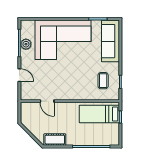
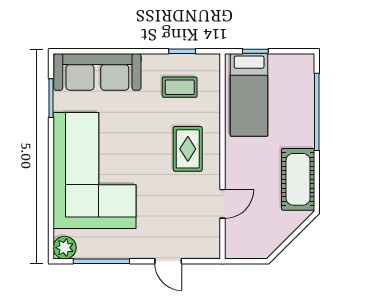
plant: (26, 44) -> (65, 248), moved
door: (19, 75) -> (168, 261), swing flipped
rug: (73, 85) -> (188, 149), added
cot: (55, 140) -> (298, 179), width x1.37, depth x1.34

